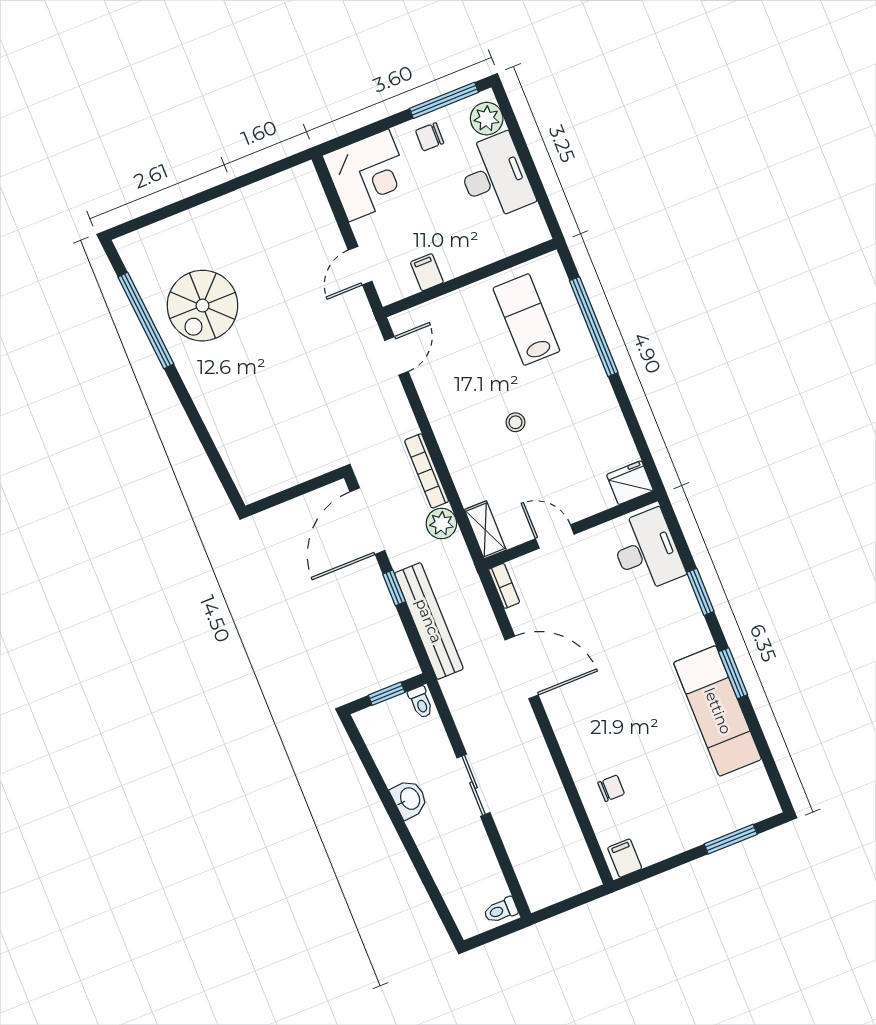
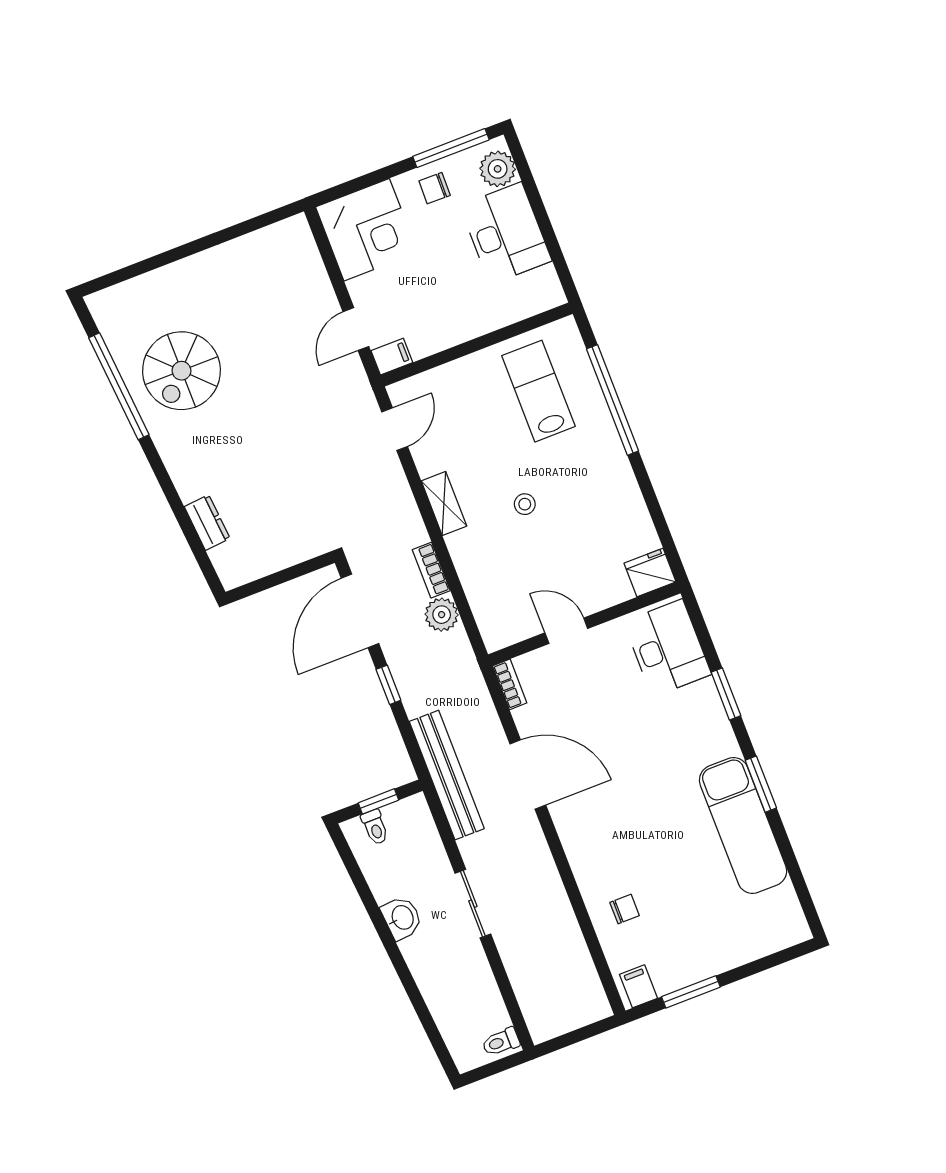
filing cabinet: (427, 272) -> (392, 357), moved, turned 90
dresser: (228, 443) -> (207, 523), added
bookcase: (427, 471) -> (431, 570), width x0.64
shelving: (485, 530) -> (444, 503), moved
bench: (429, 621) -> (447, 775), moved
toilet: (421, 702) -> (375, 827), moved
window: (731, 839) -> (691, 992), moved

